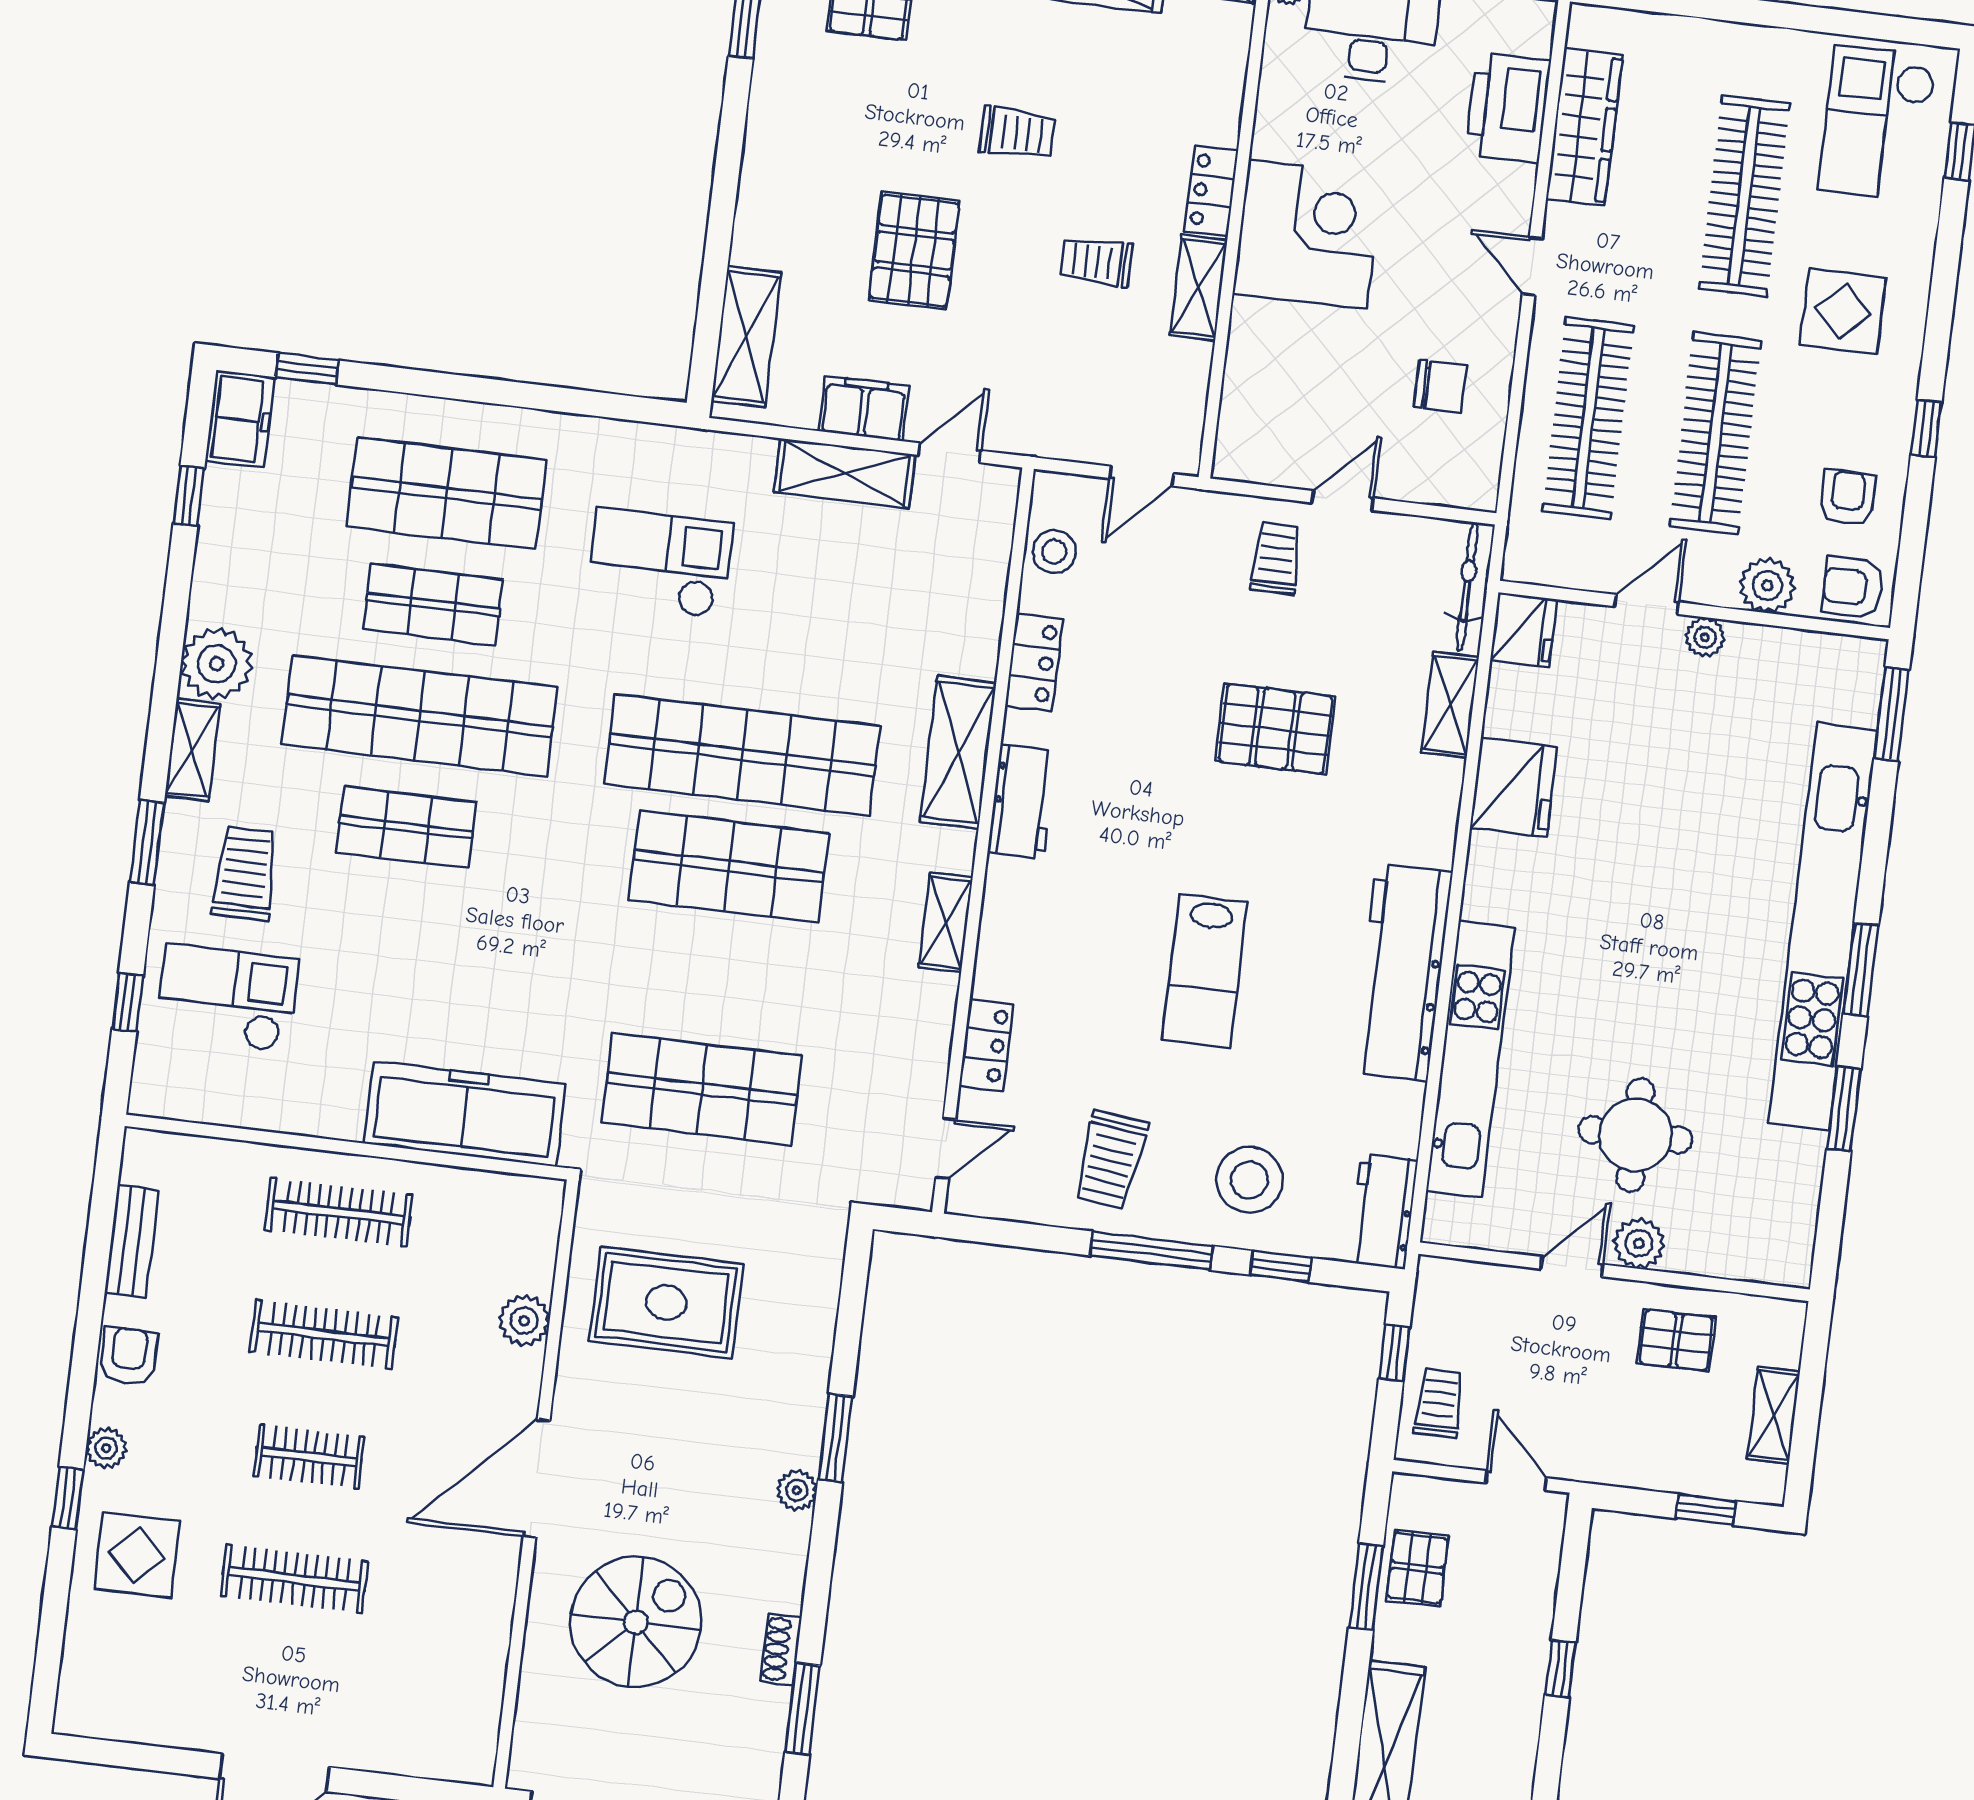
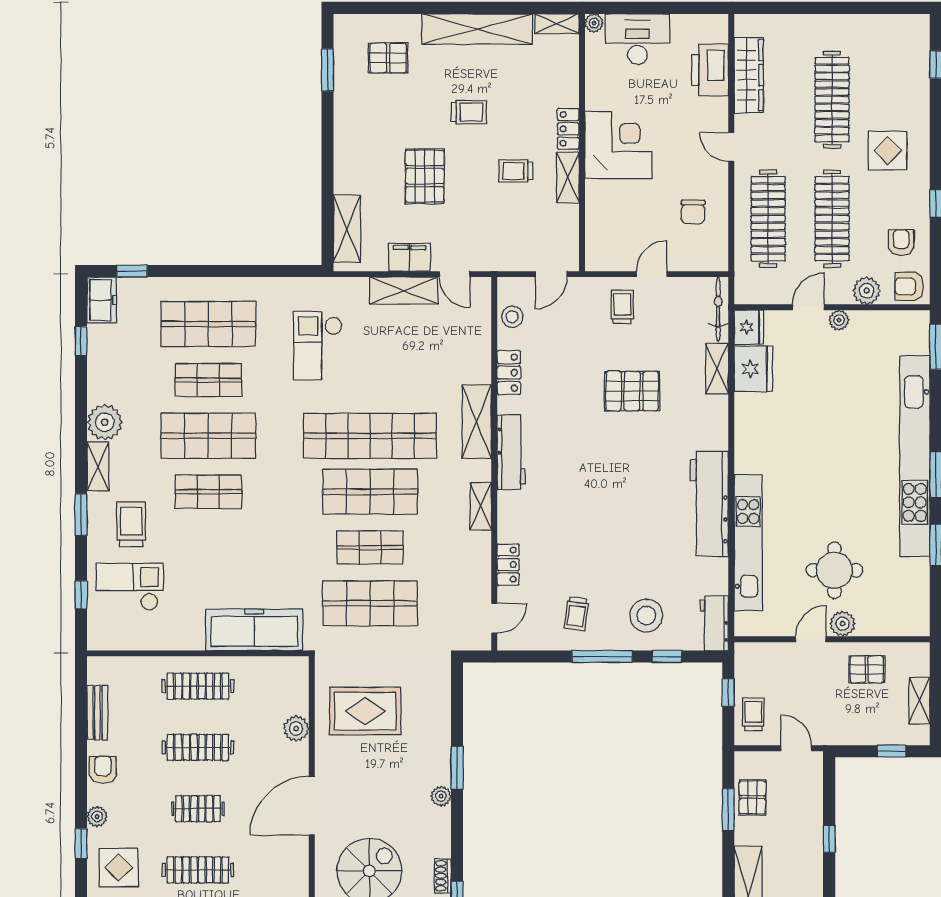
checkout: (1878, 123) -> (893, 55), removed
chair: (1440, 386) -> (693, 212), turned 90
door: (950, 453) -> (455, 274), swing flipped
checkout: (660, 563) -> (318, 346), turned -90
shop shelf: (420, 716) -> (208, 436), width x0.71
fridge: (1514, 787) -> (753, 369), moved
workbench: (1022, 801) -> (511, 452), width x1.37
lab bench: (1205, 971) -> (612, 515), removed
shop shelf: (715, 978) -> (370, 548), added
trolley: (1111, 1160) -> (576, 614), width x0.73, depth x0.72

